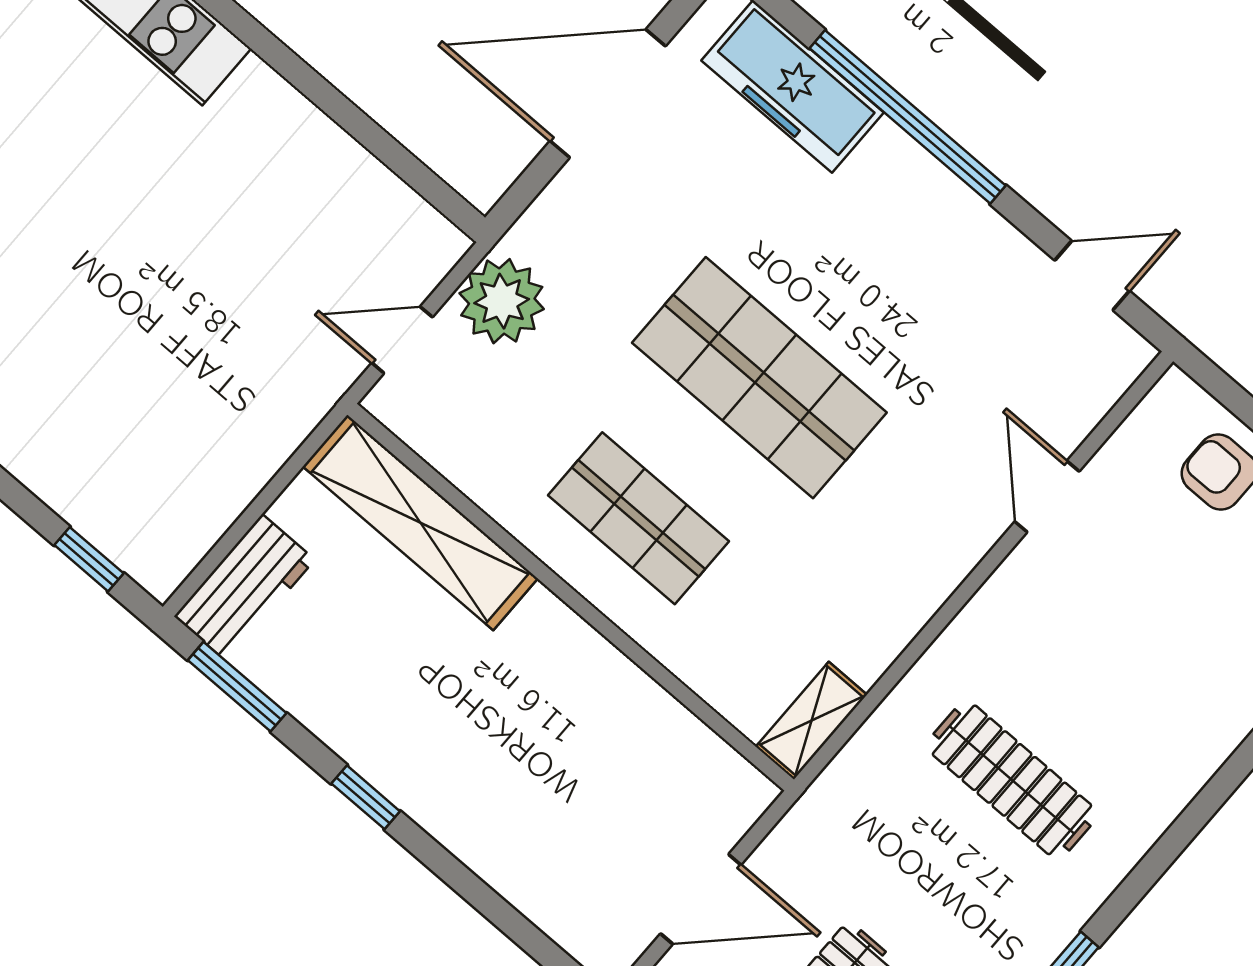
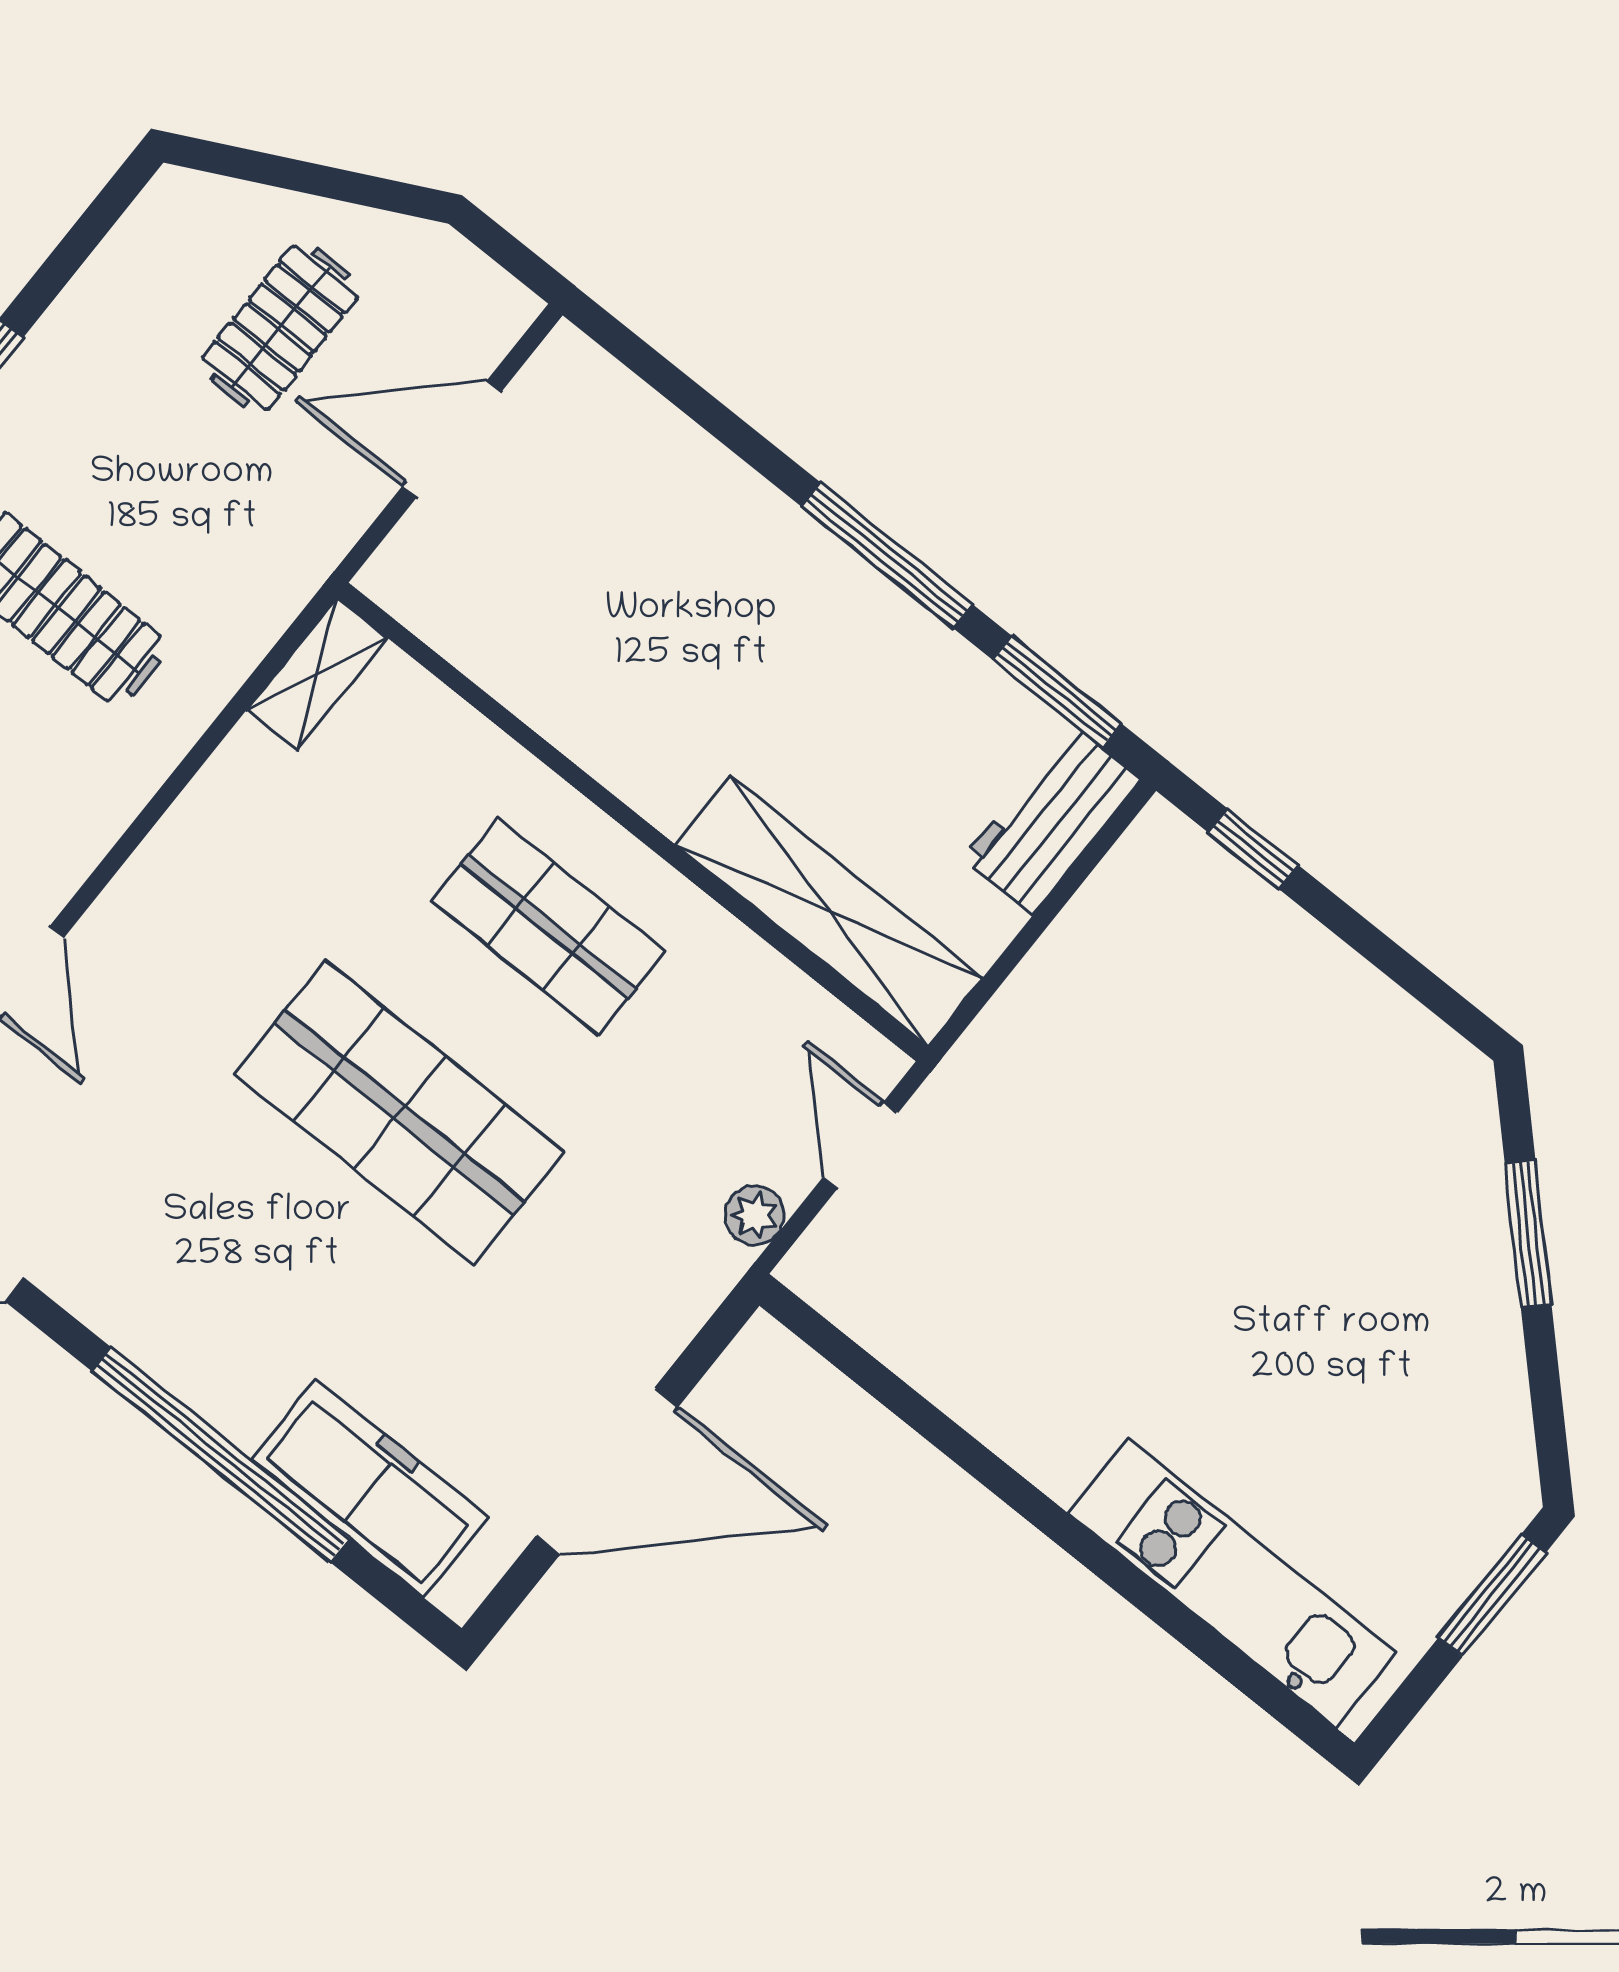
plant: (502, 301) -> (754, 1216), width x0.53, depth x0.53
door: (402, 340) -> (861, 1145), swing flipped
window: (366, 797) -> (887, 555), width x2.17

